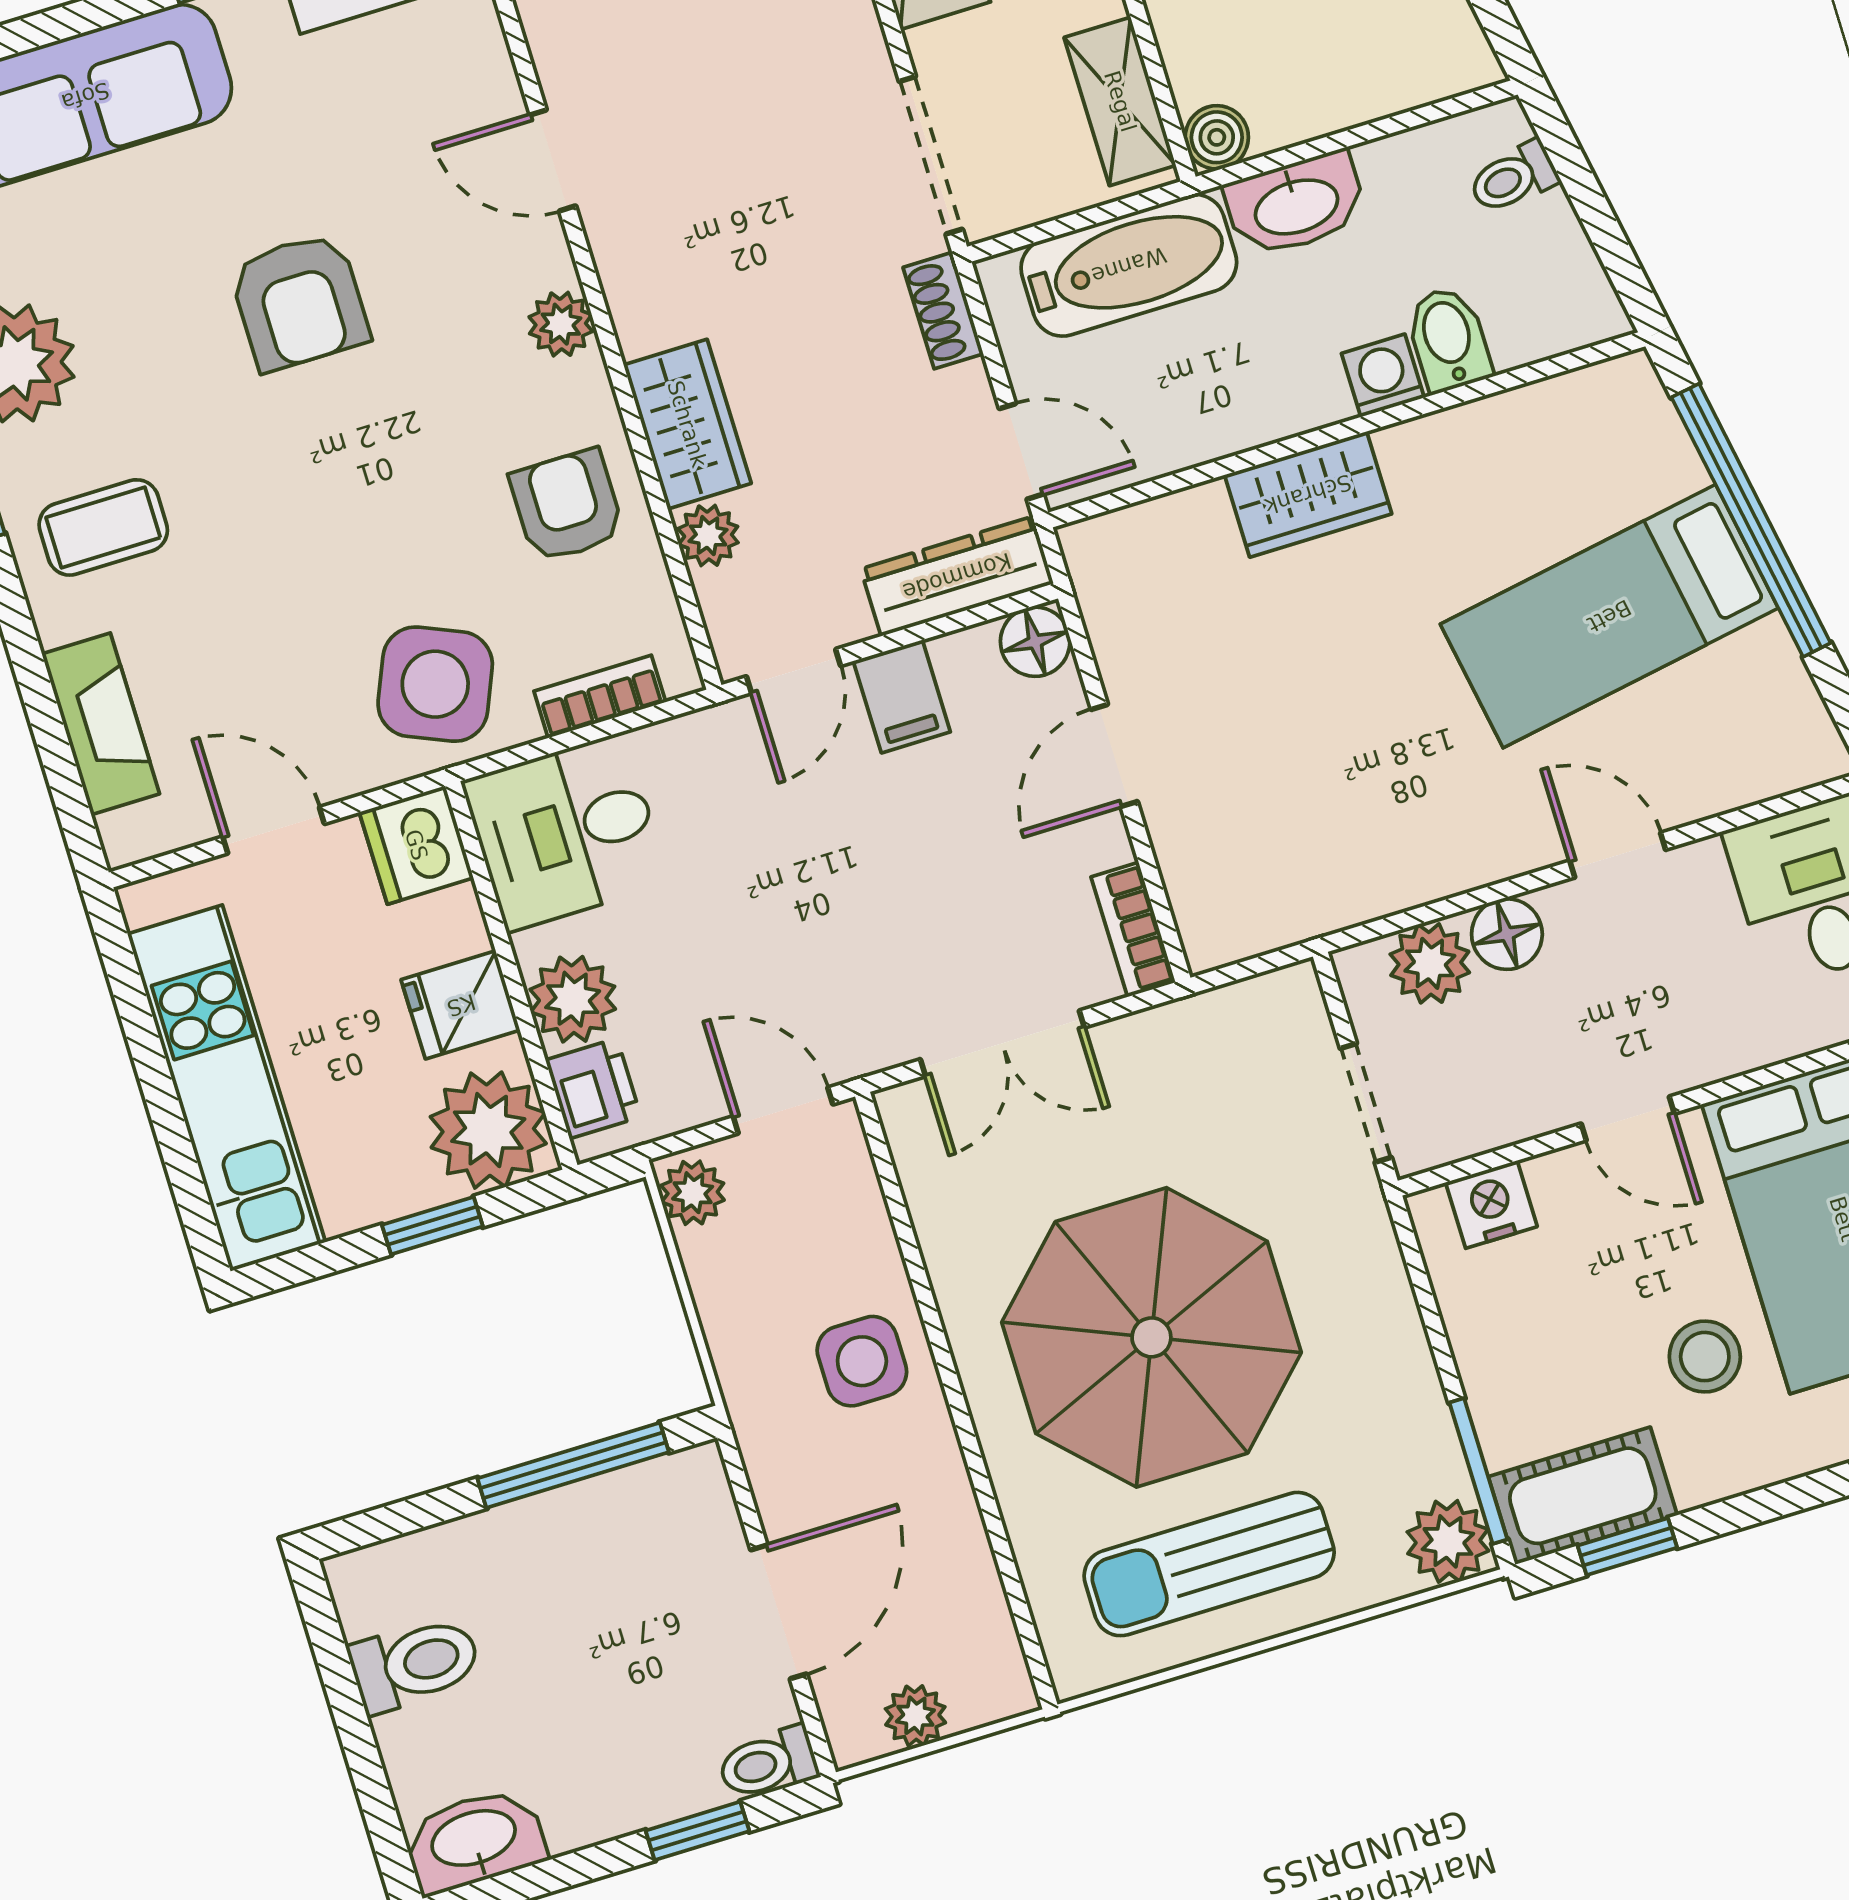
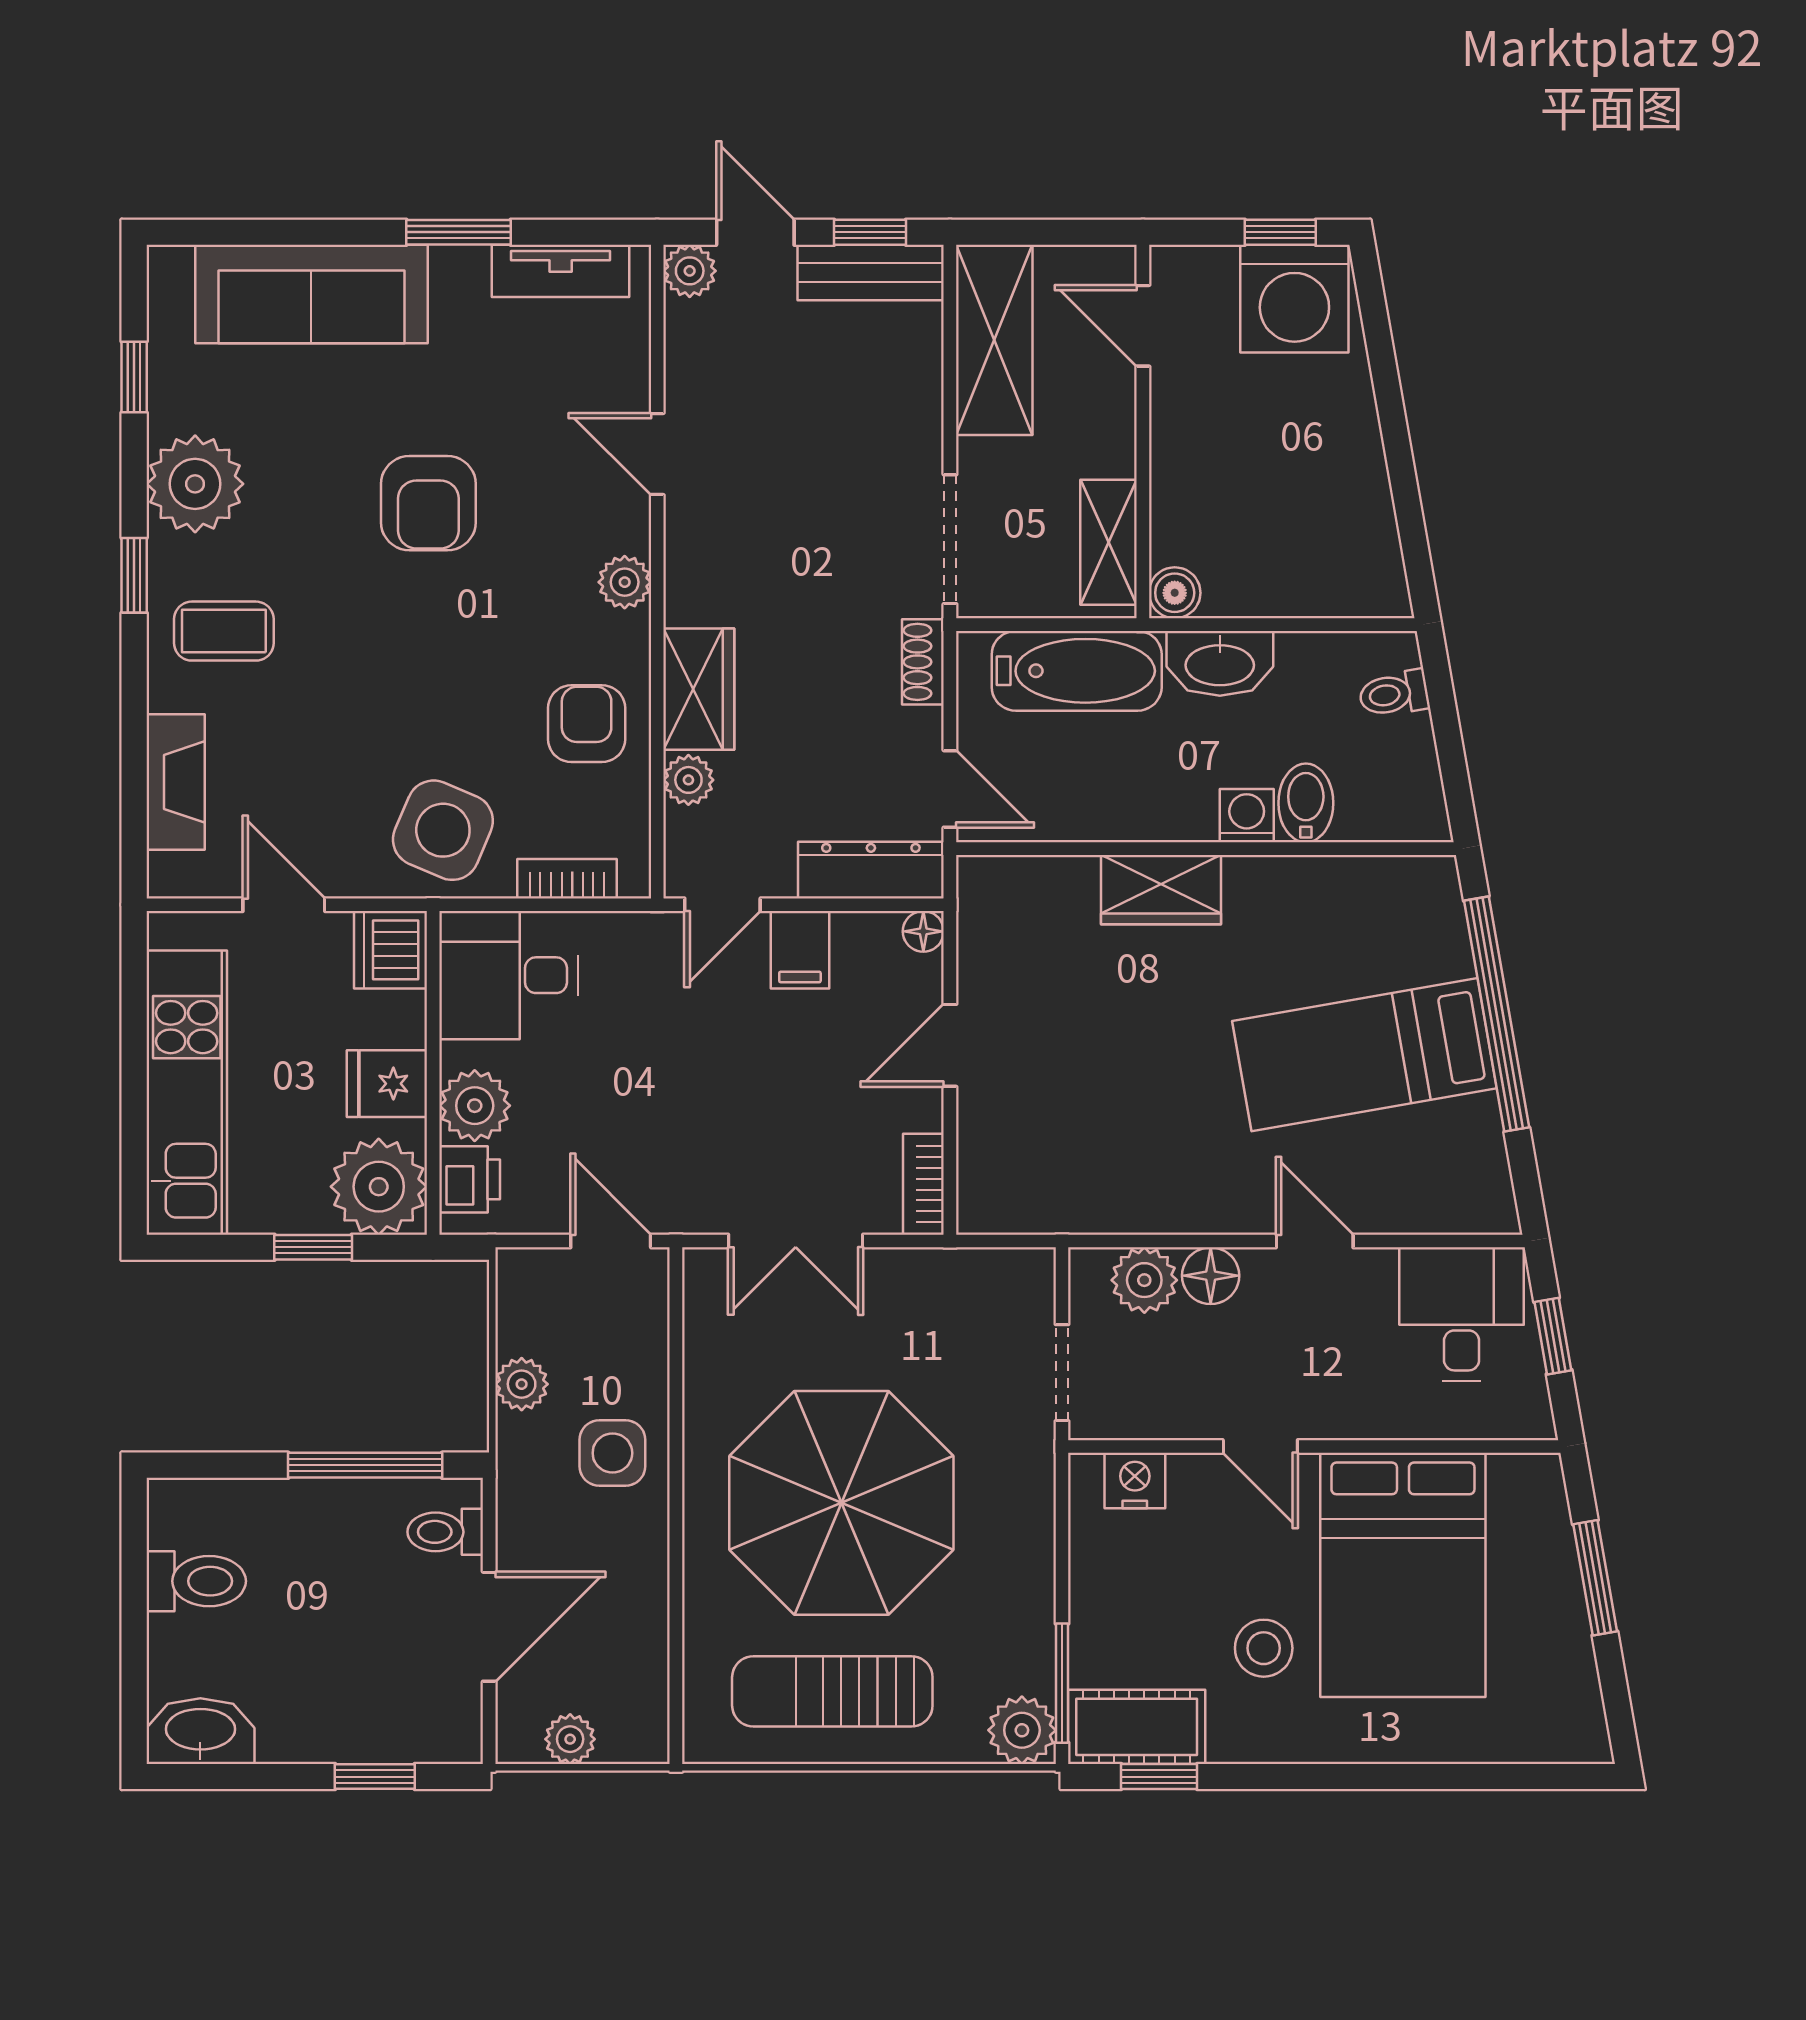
floor lamp: (1035, 642) -> (923, 931), width x0.73, depth x0.73
plant: (693, 1193) -> (522, 1384), moved
toilet: (768, 1763) -> (445, 1532), moved

